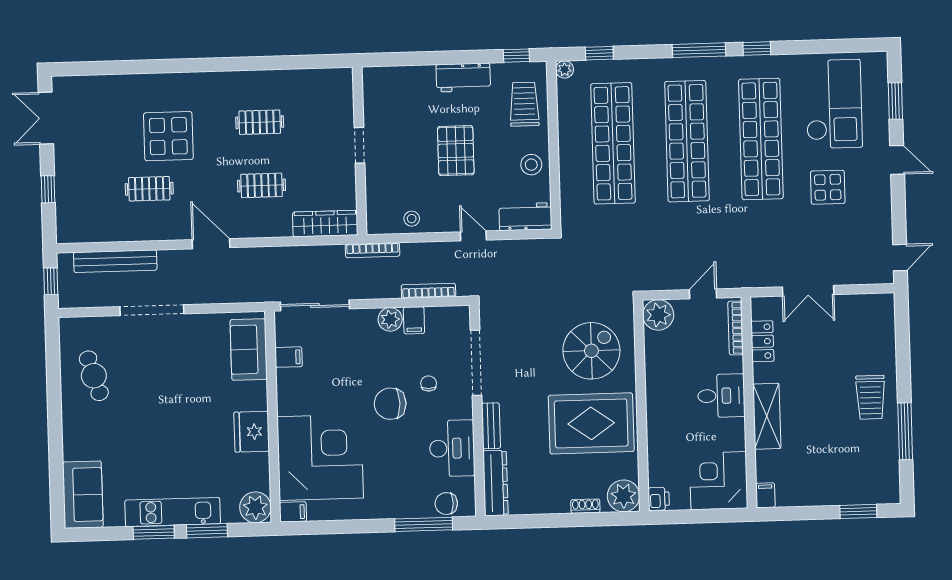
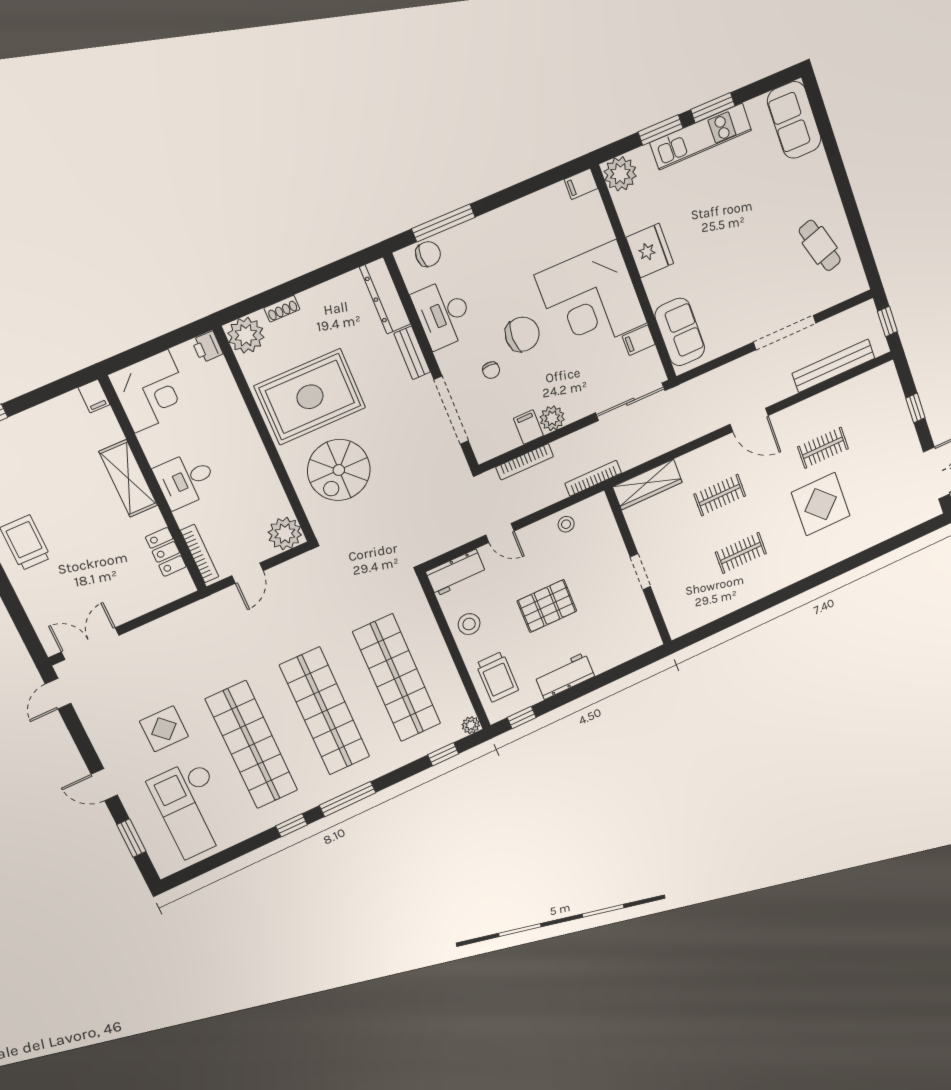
pallet: (456, 151) -> (547, 606), turned 90
double door: (808, 291) -> (90, 644), moved
corner desk: (320, 457) -> (591, 299), moved

